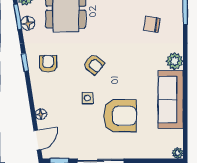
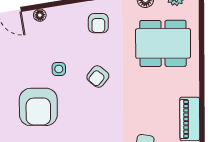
armchair: (48, 64) -> (98, 23), turned 90

